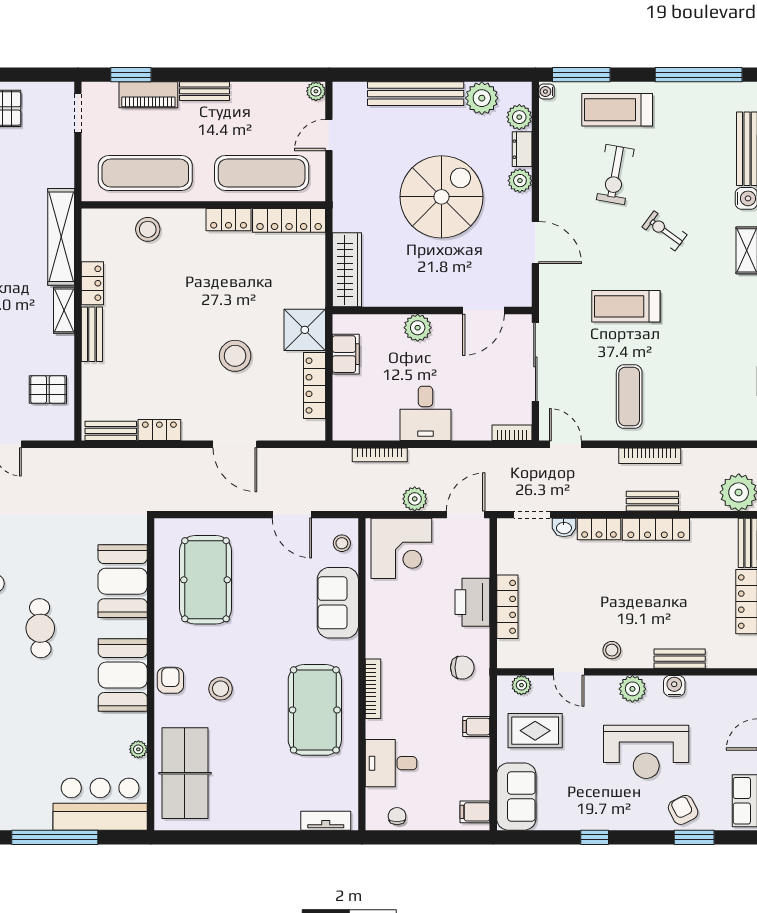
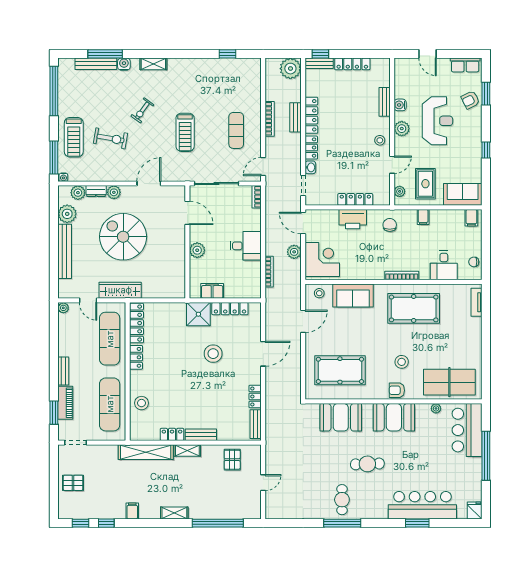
wardrobe: (347, 270) -> (120, 290), moved
exercise mat: (629, 397) -> (236, 130), turned 90

